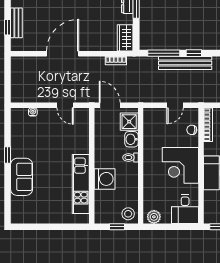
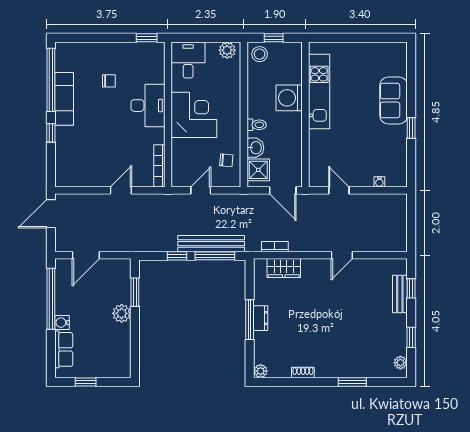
wardrobe: (125, 38) -> (284, 268), moved, turned 90
door: (63, 54) -> (342, 255), width x0.53
bench: (185, 63) -> (211, 244), moved
chair: (192, 130) -> (226, 160), moved

